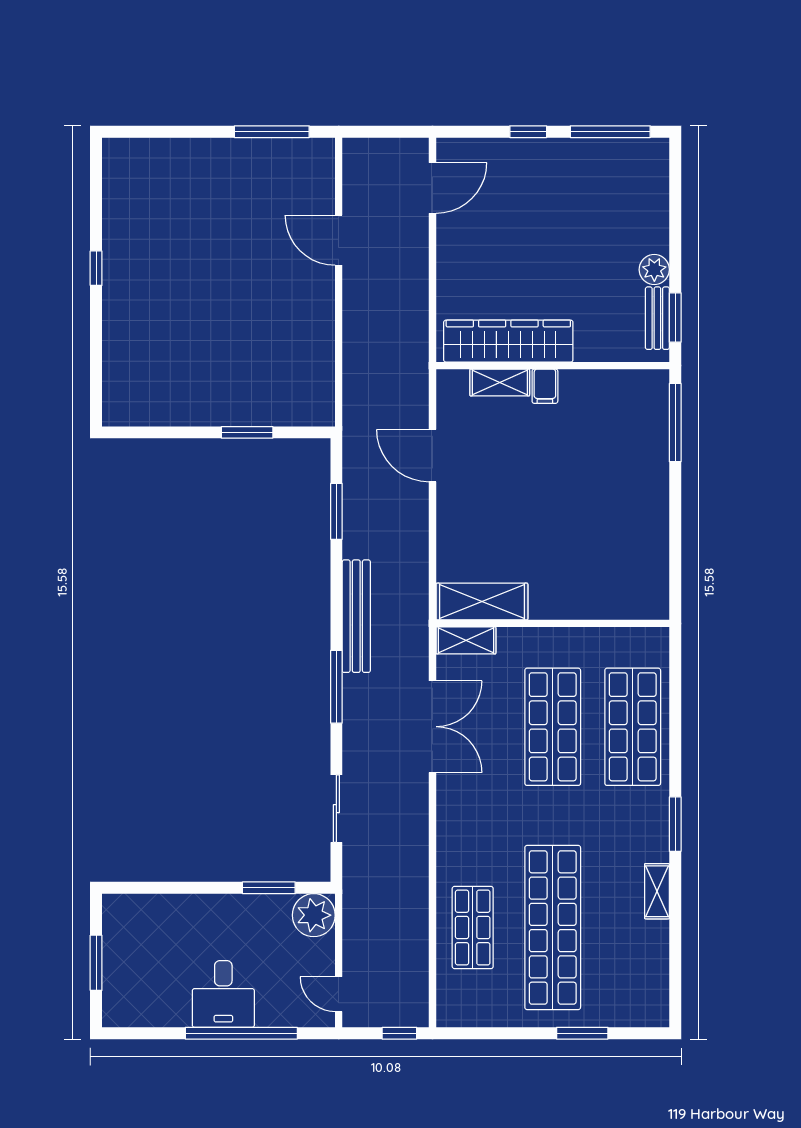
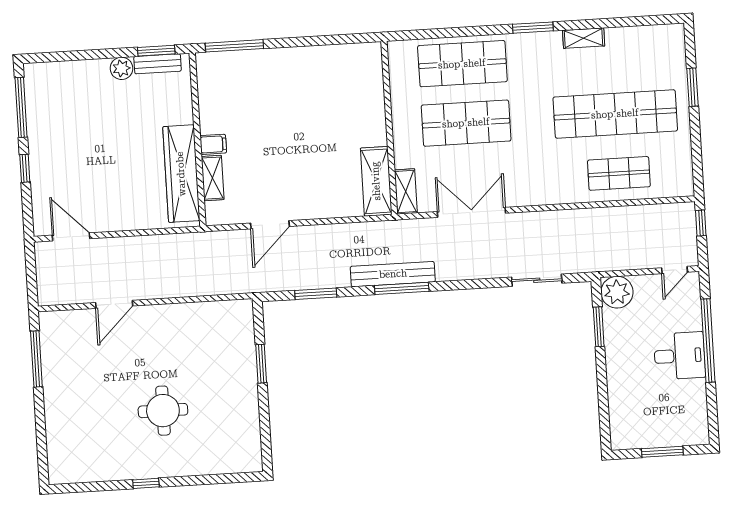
round table: (192, 297) -> (163, 411), added
window: (336, 687) -> (402, 288), moved

